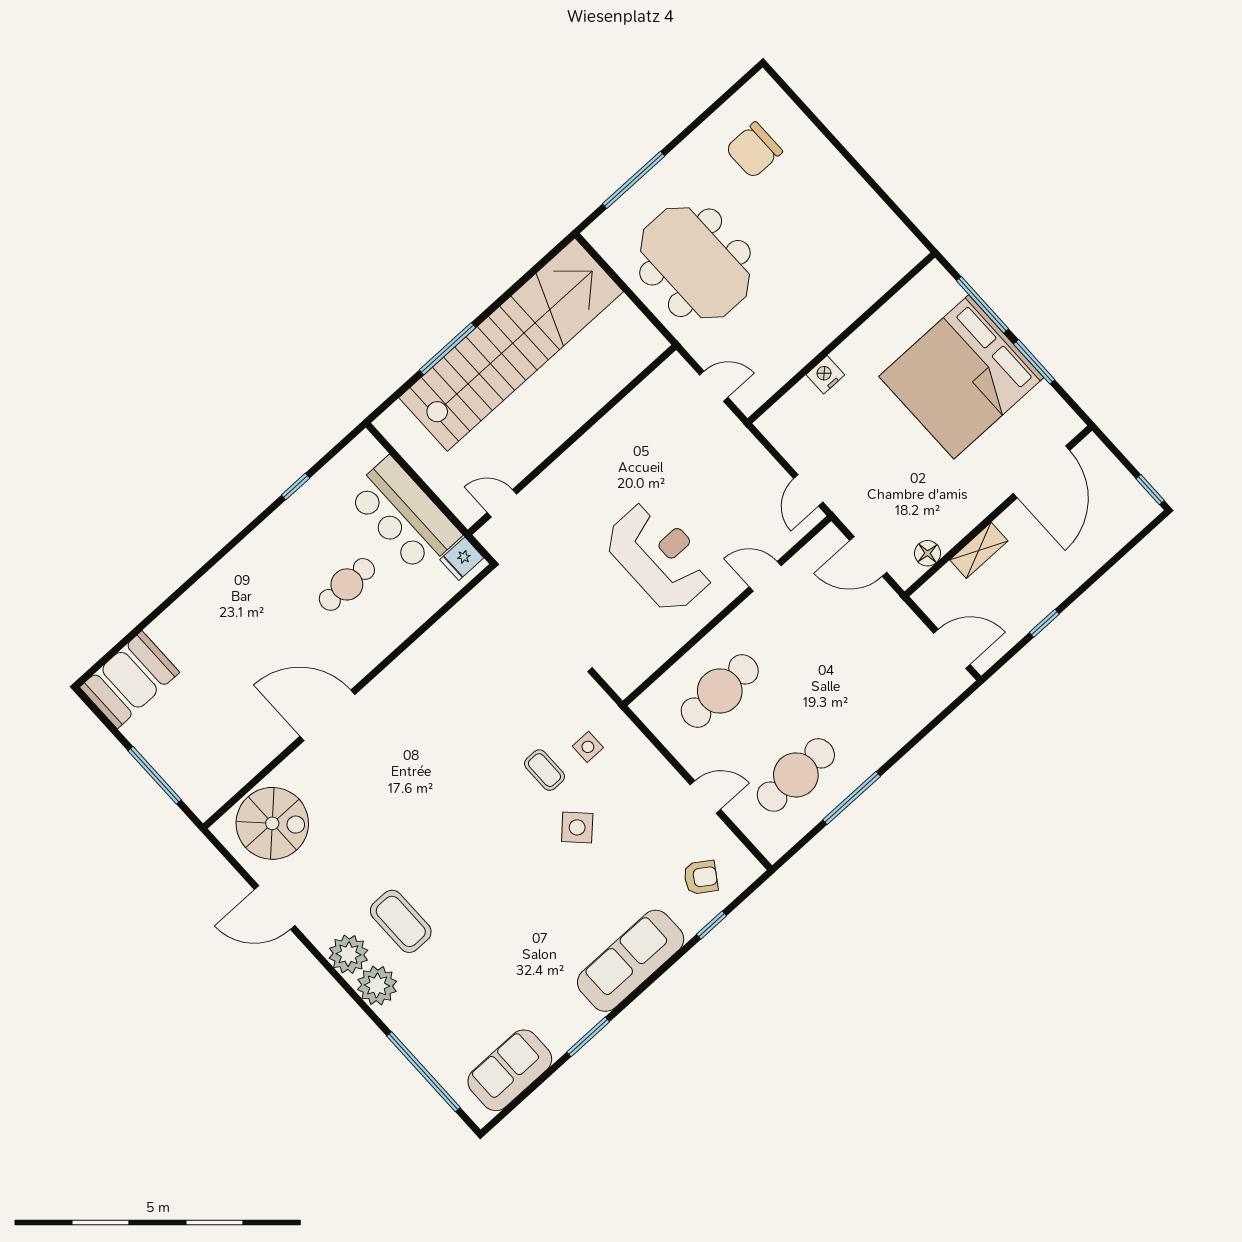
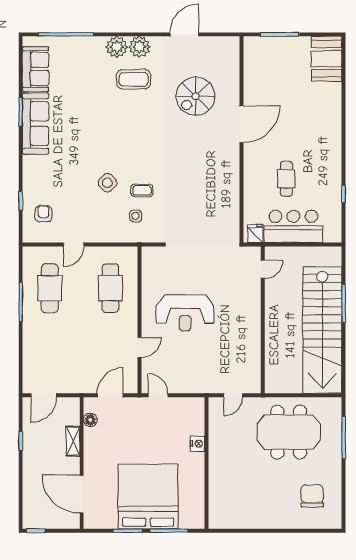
spiral stairs: (272, 823) -> (196, 96), moved
armchair: (701, 877) -> (43, 214), turned 146
sofa: (631, 961) -> (36, 124), moved

